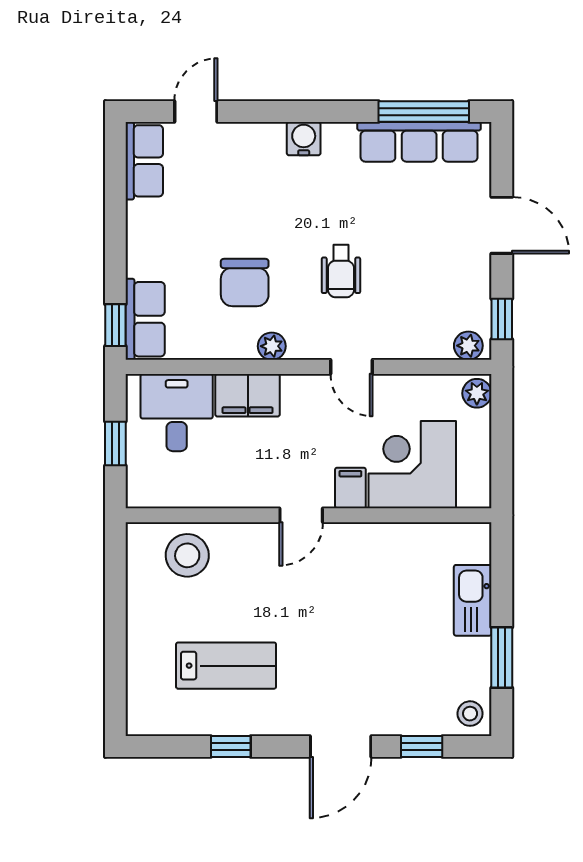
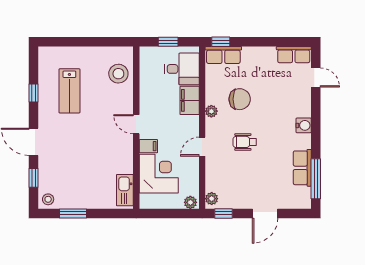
row of seats: (419, 142) -> (302, 168), width x0.68
chair: (245, 283) -> (240, 99), turned 180
kitchen sink: (473, 600) -> (125, 190), moved, turned -90

